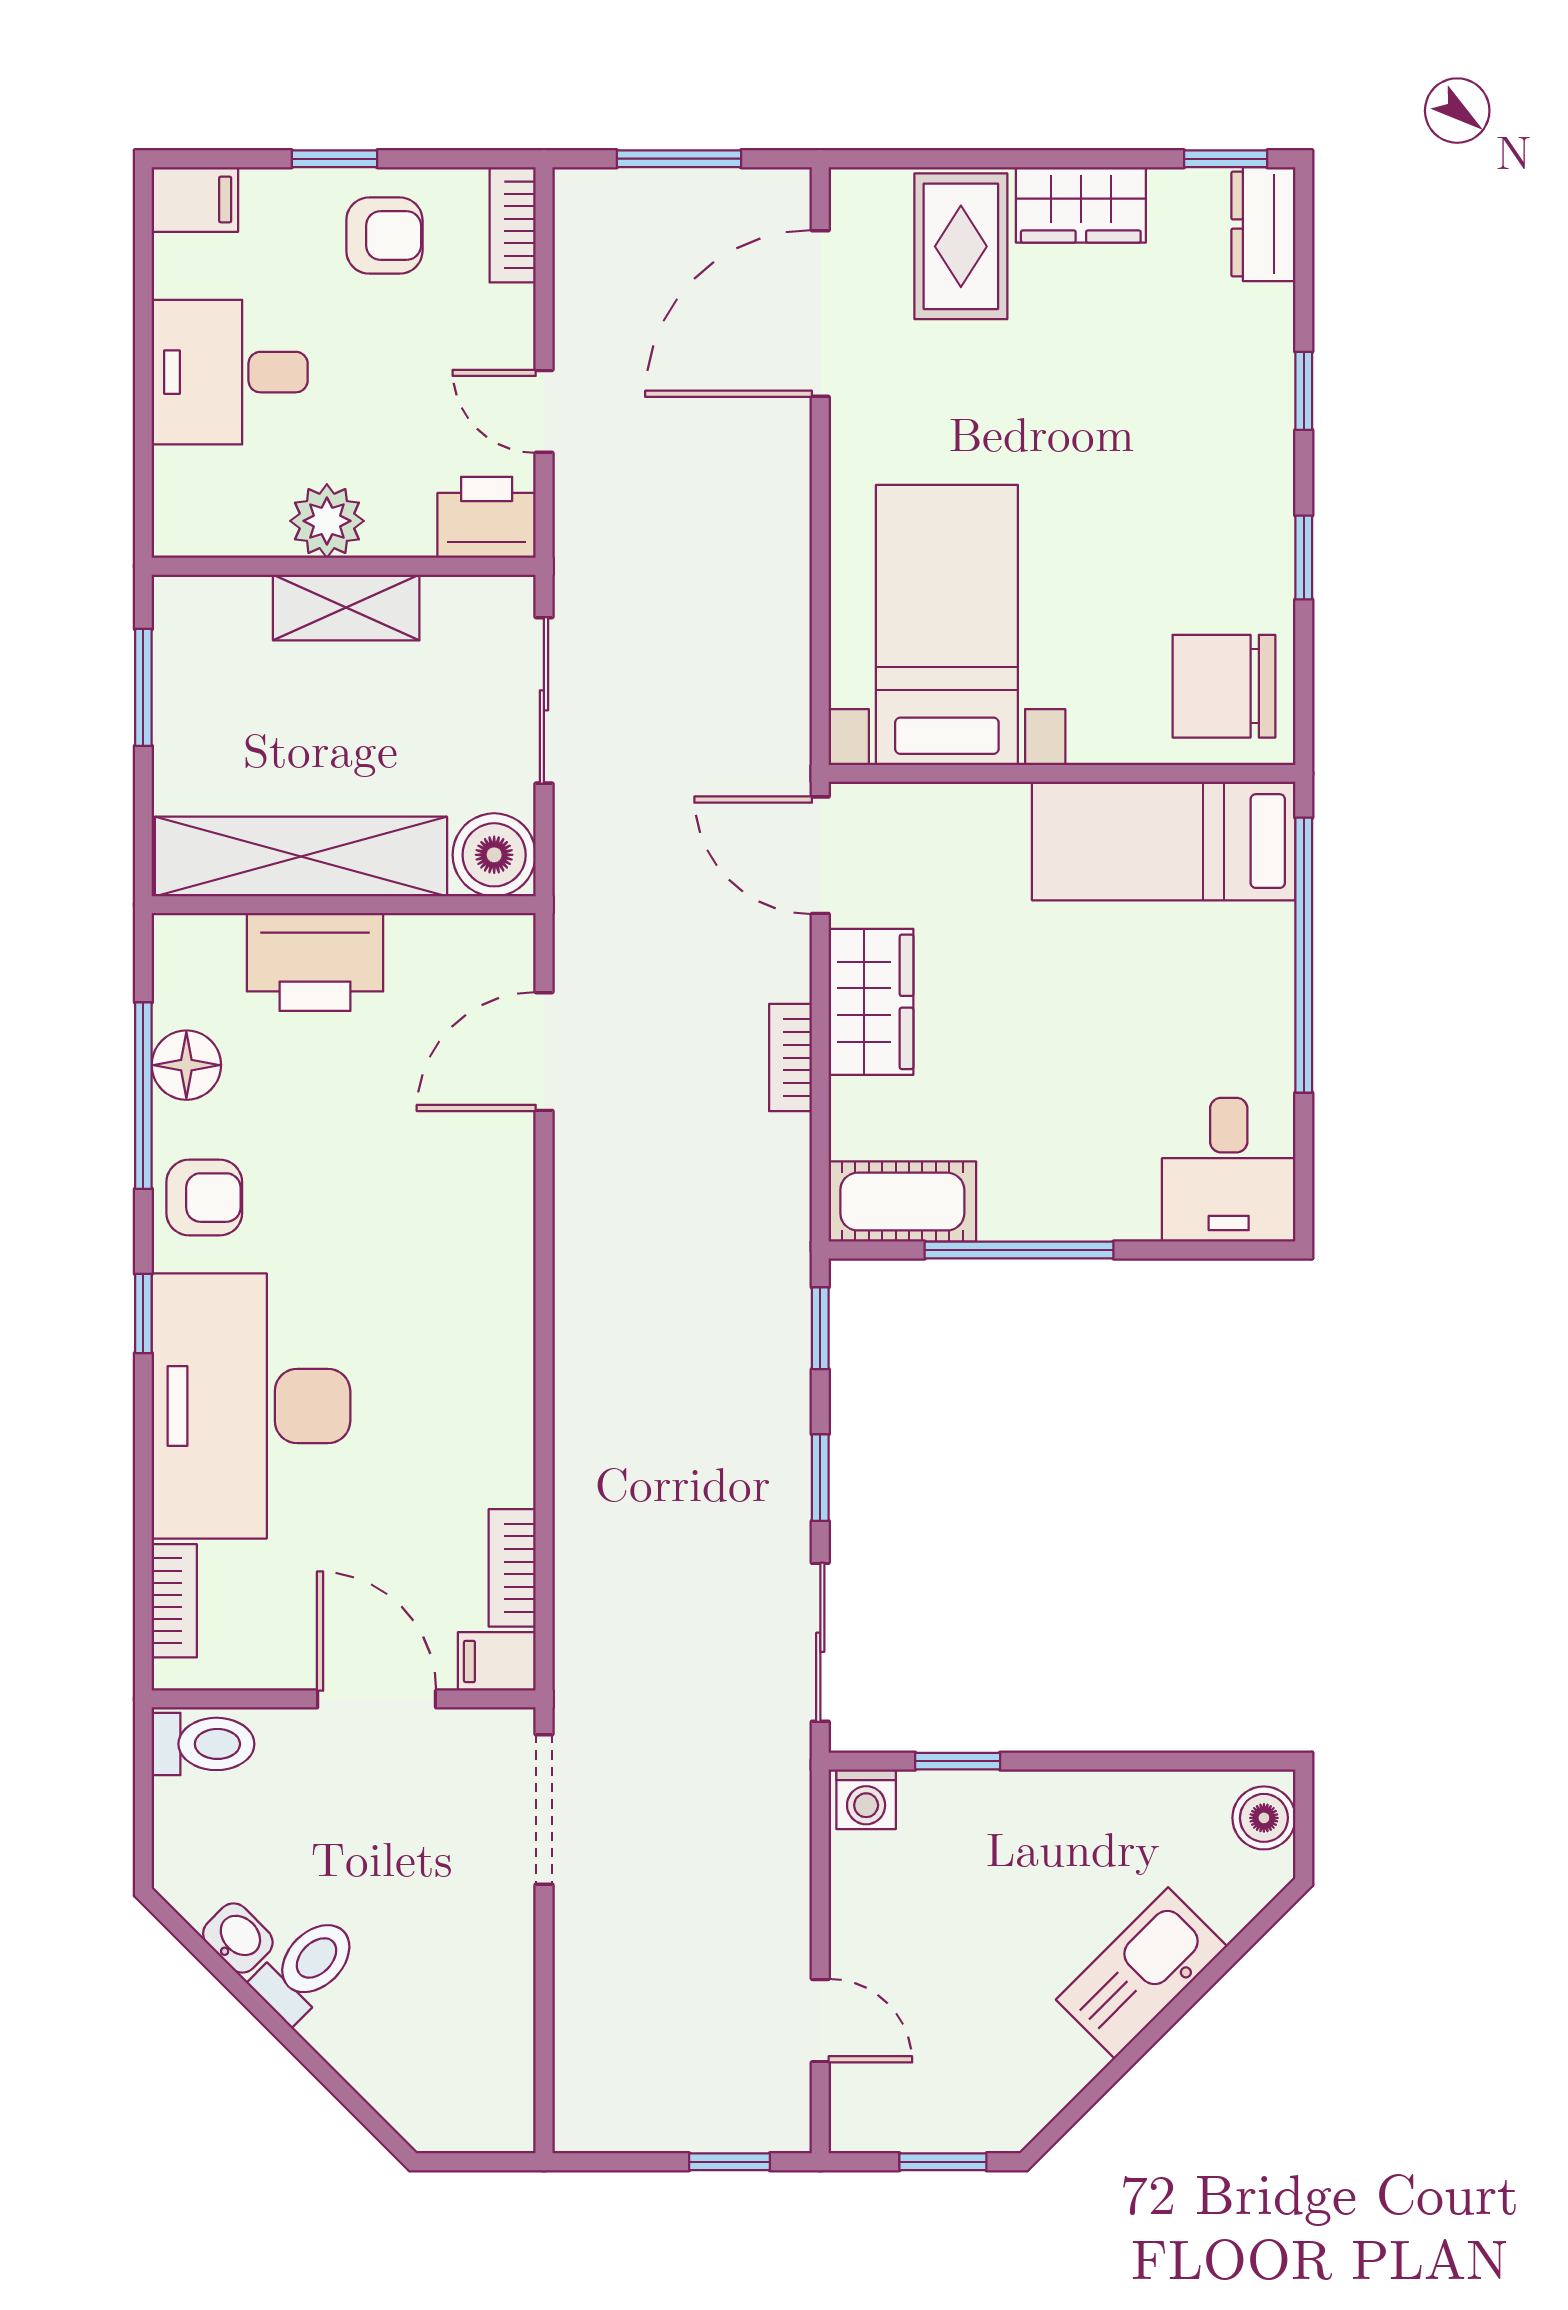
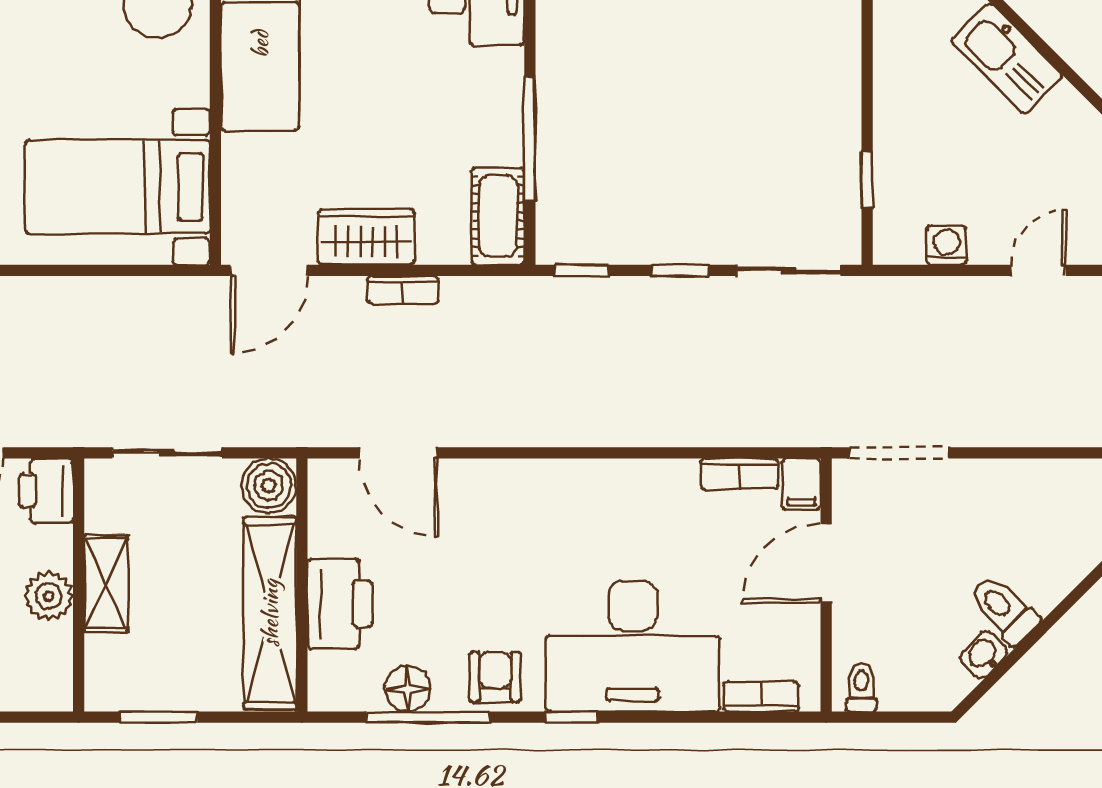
toilet: (203, 1744) -> (861, 687), width x0.73, depth x0.72
washing machine: (866, 1799) -> (946, 245), moved, turned -90

